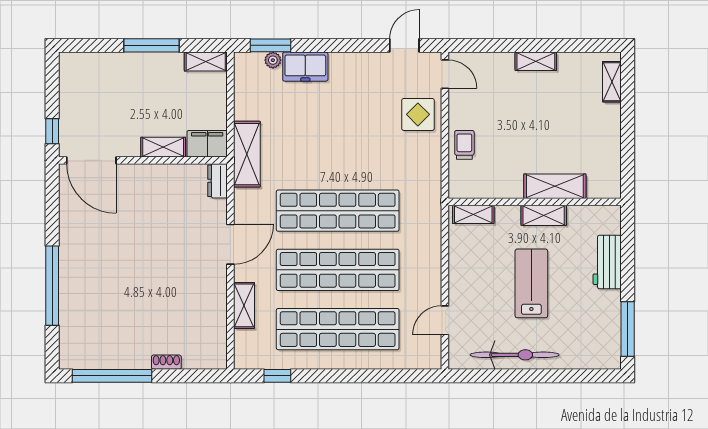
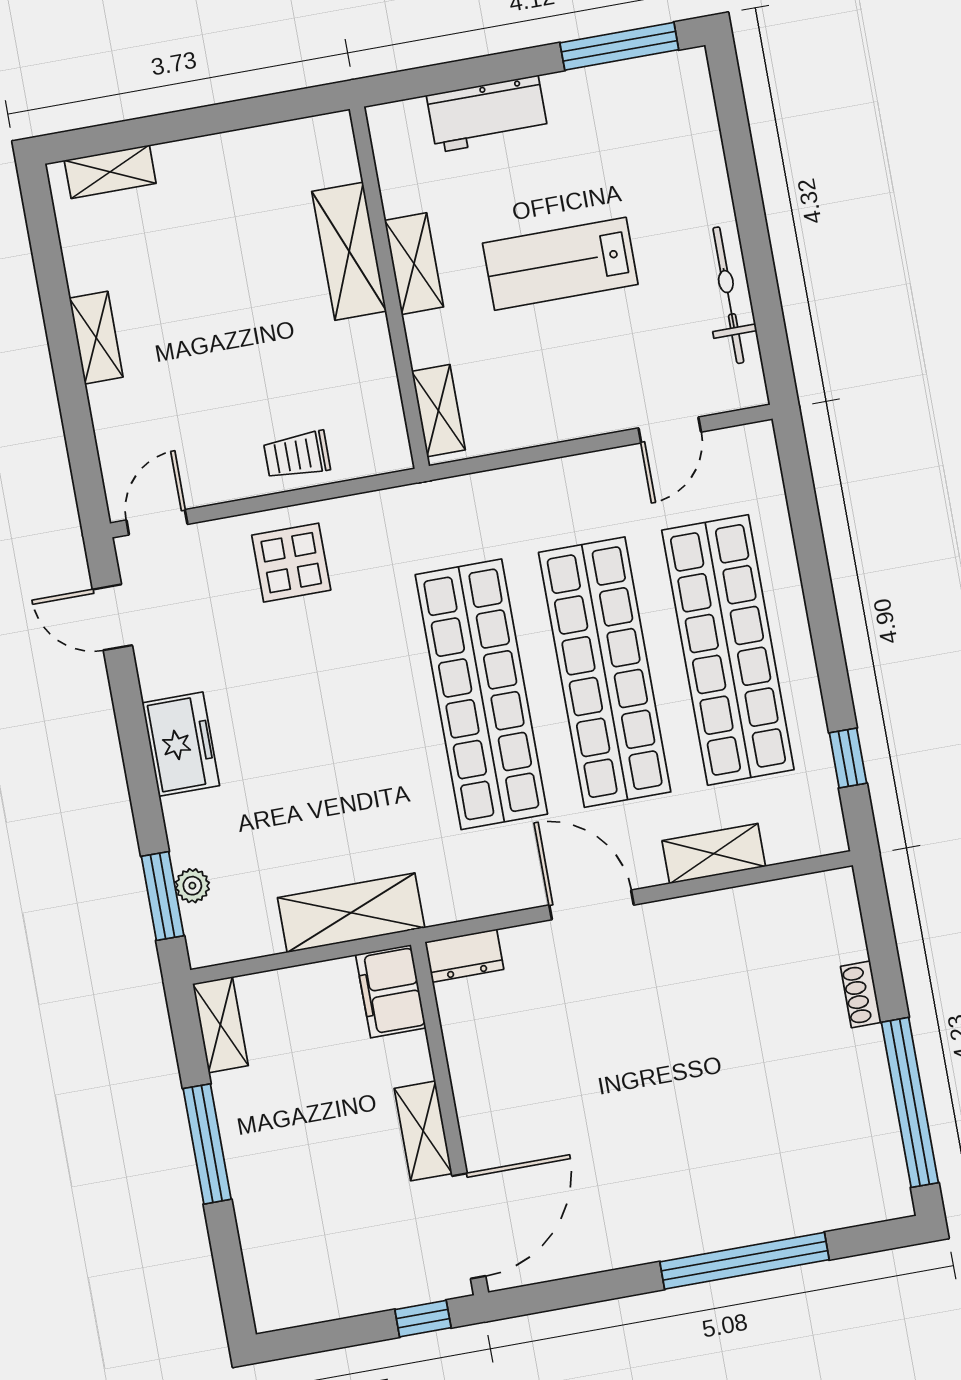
freezer: (305, 67) -> (181, 744), moved
display table: (418, 114) -> (291, 563), moved
shelving: (163, 147) -> (423, 1131), moved
shelving: (247, 154) -> (351, 913), moved
door: (445, 320) -> (670, 430), hinge flipped
bicycle: (515, 355) -> (728, 295), width x0.73, depth x0.71

